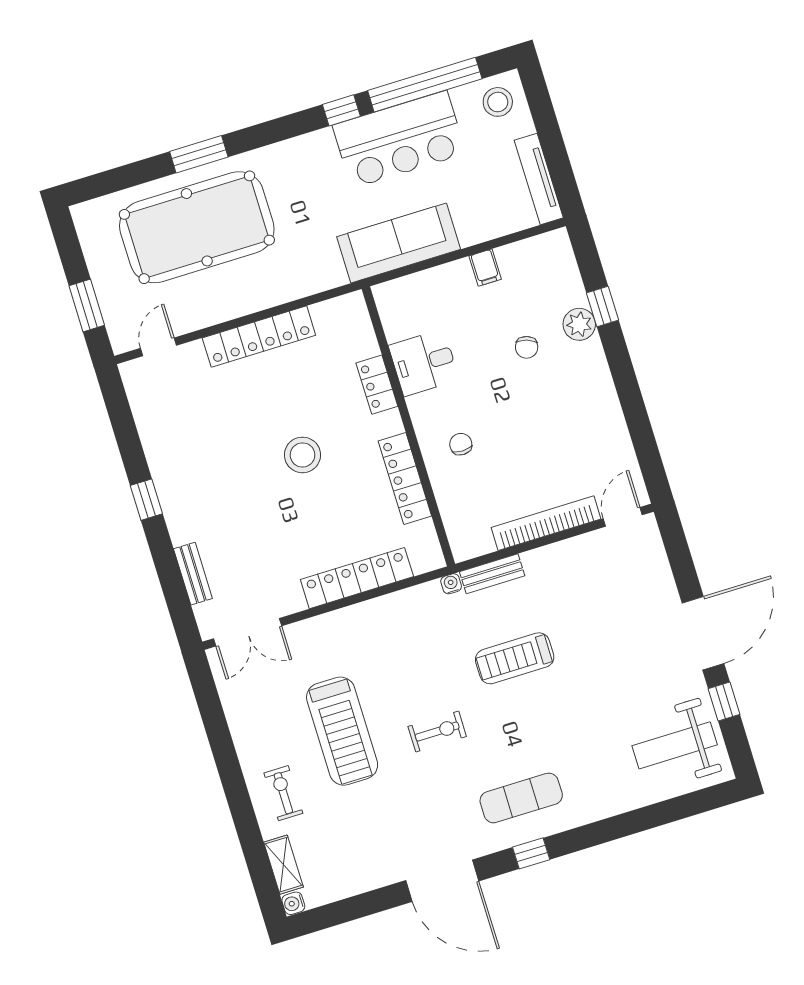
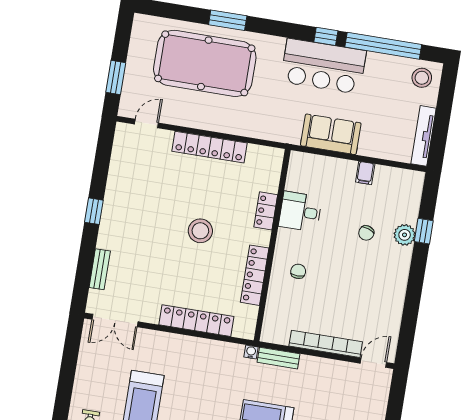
bar counter: (399, 139) -> (323, 66), moved
sofa: (399, 243) -> (331, 134), width x0.73

